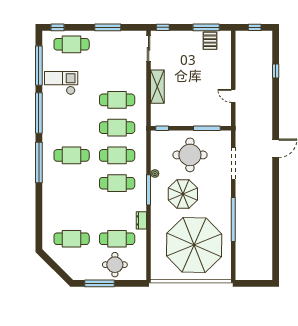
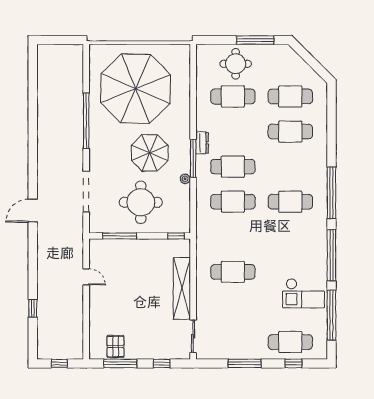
window: (58, 27) -> (293, 363), moved
window: (163, 27) -> (162, 363), moved
shelving: (157, 87) -> (182, 288), width x1.47
cafe table: (117, 128) -> (290, 132), moved
dresser: (141, 220) -> (202, 143), moved

